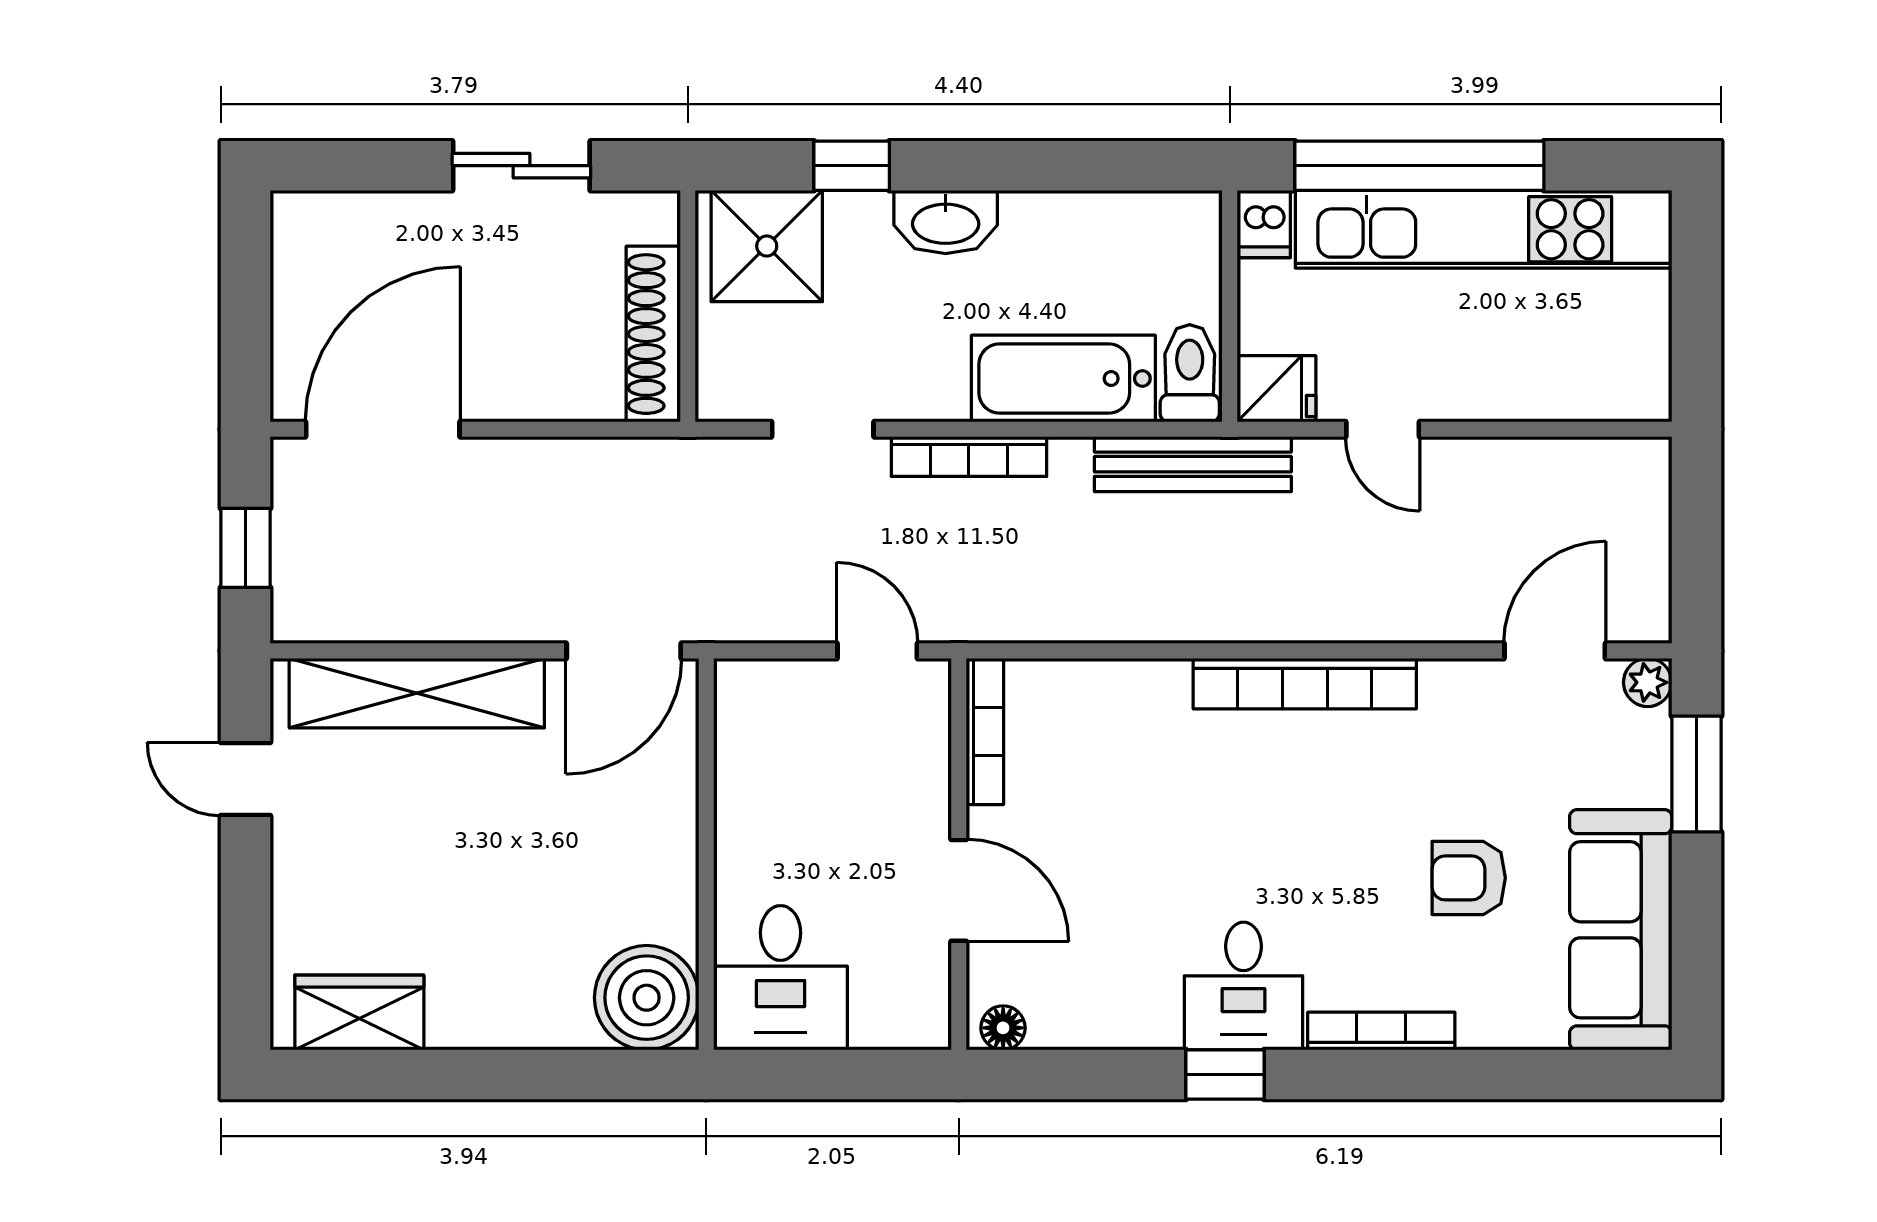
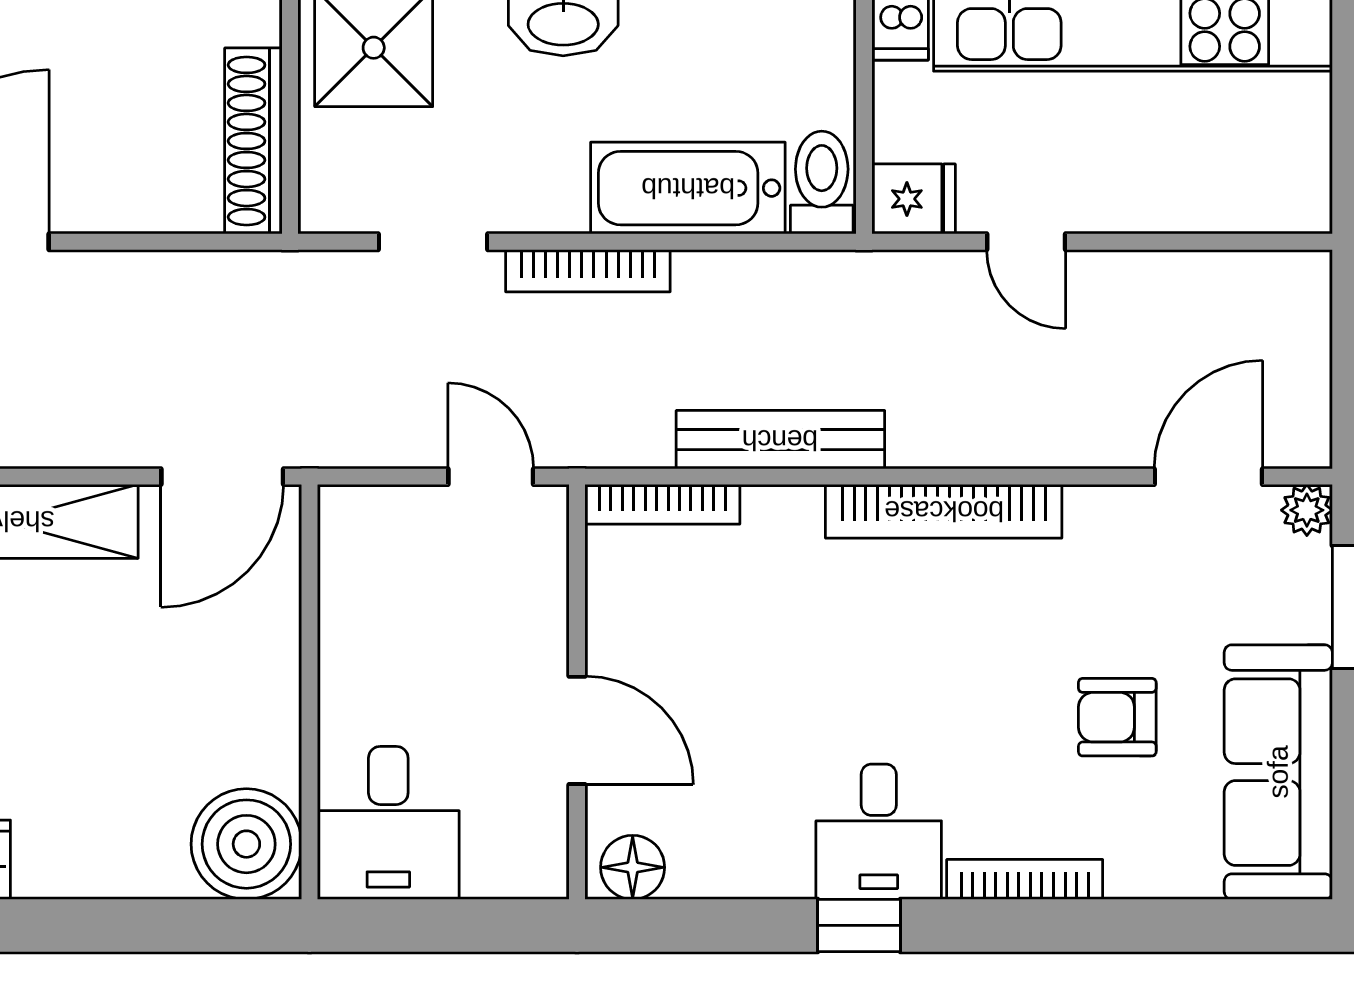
bench: (1193, 464) -> (780, 440), moved
bookcase: (985, 731) -> (662, 504), moved, turned 90
floor lamp: (1003, 1028) -> (633, 867), width x1.37, depth x1.37

